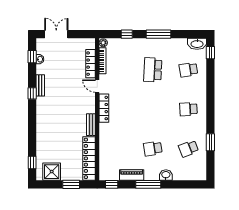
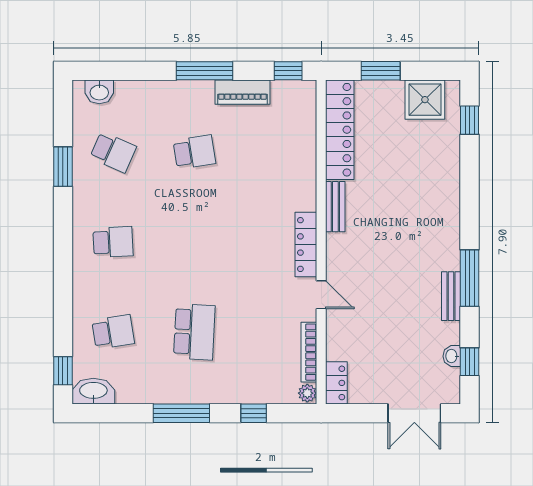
locker: (90, 64) -> (336, 383), moved, width x0.66
window: (32, 93) -> (470, 278), width x2.17
school desk: (188, 149) -> (113, 152), turned 45
washbasin: (166, 175) -> (99, 92), moved

